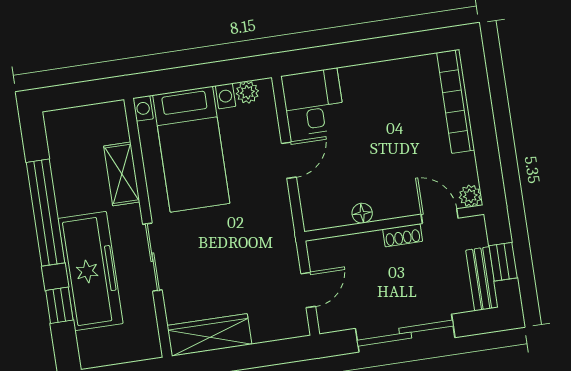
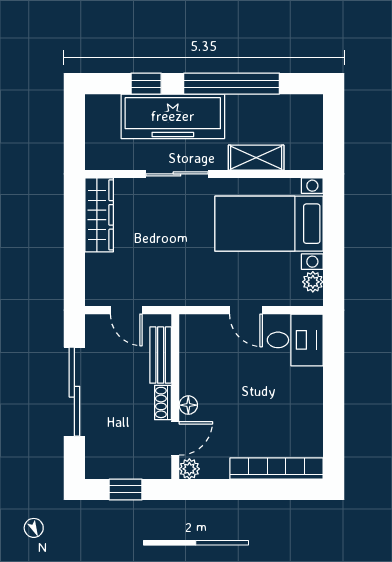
floor lamp: (362, 213) -> (188, 405), moved
bench: (482, 279) -> (161, 355), moved, turned 90

